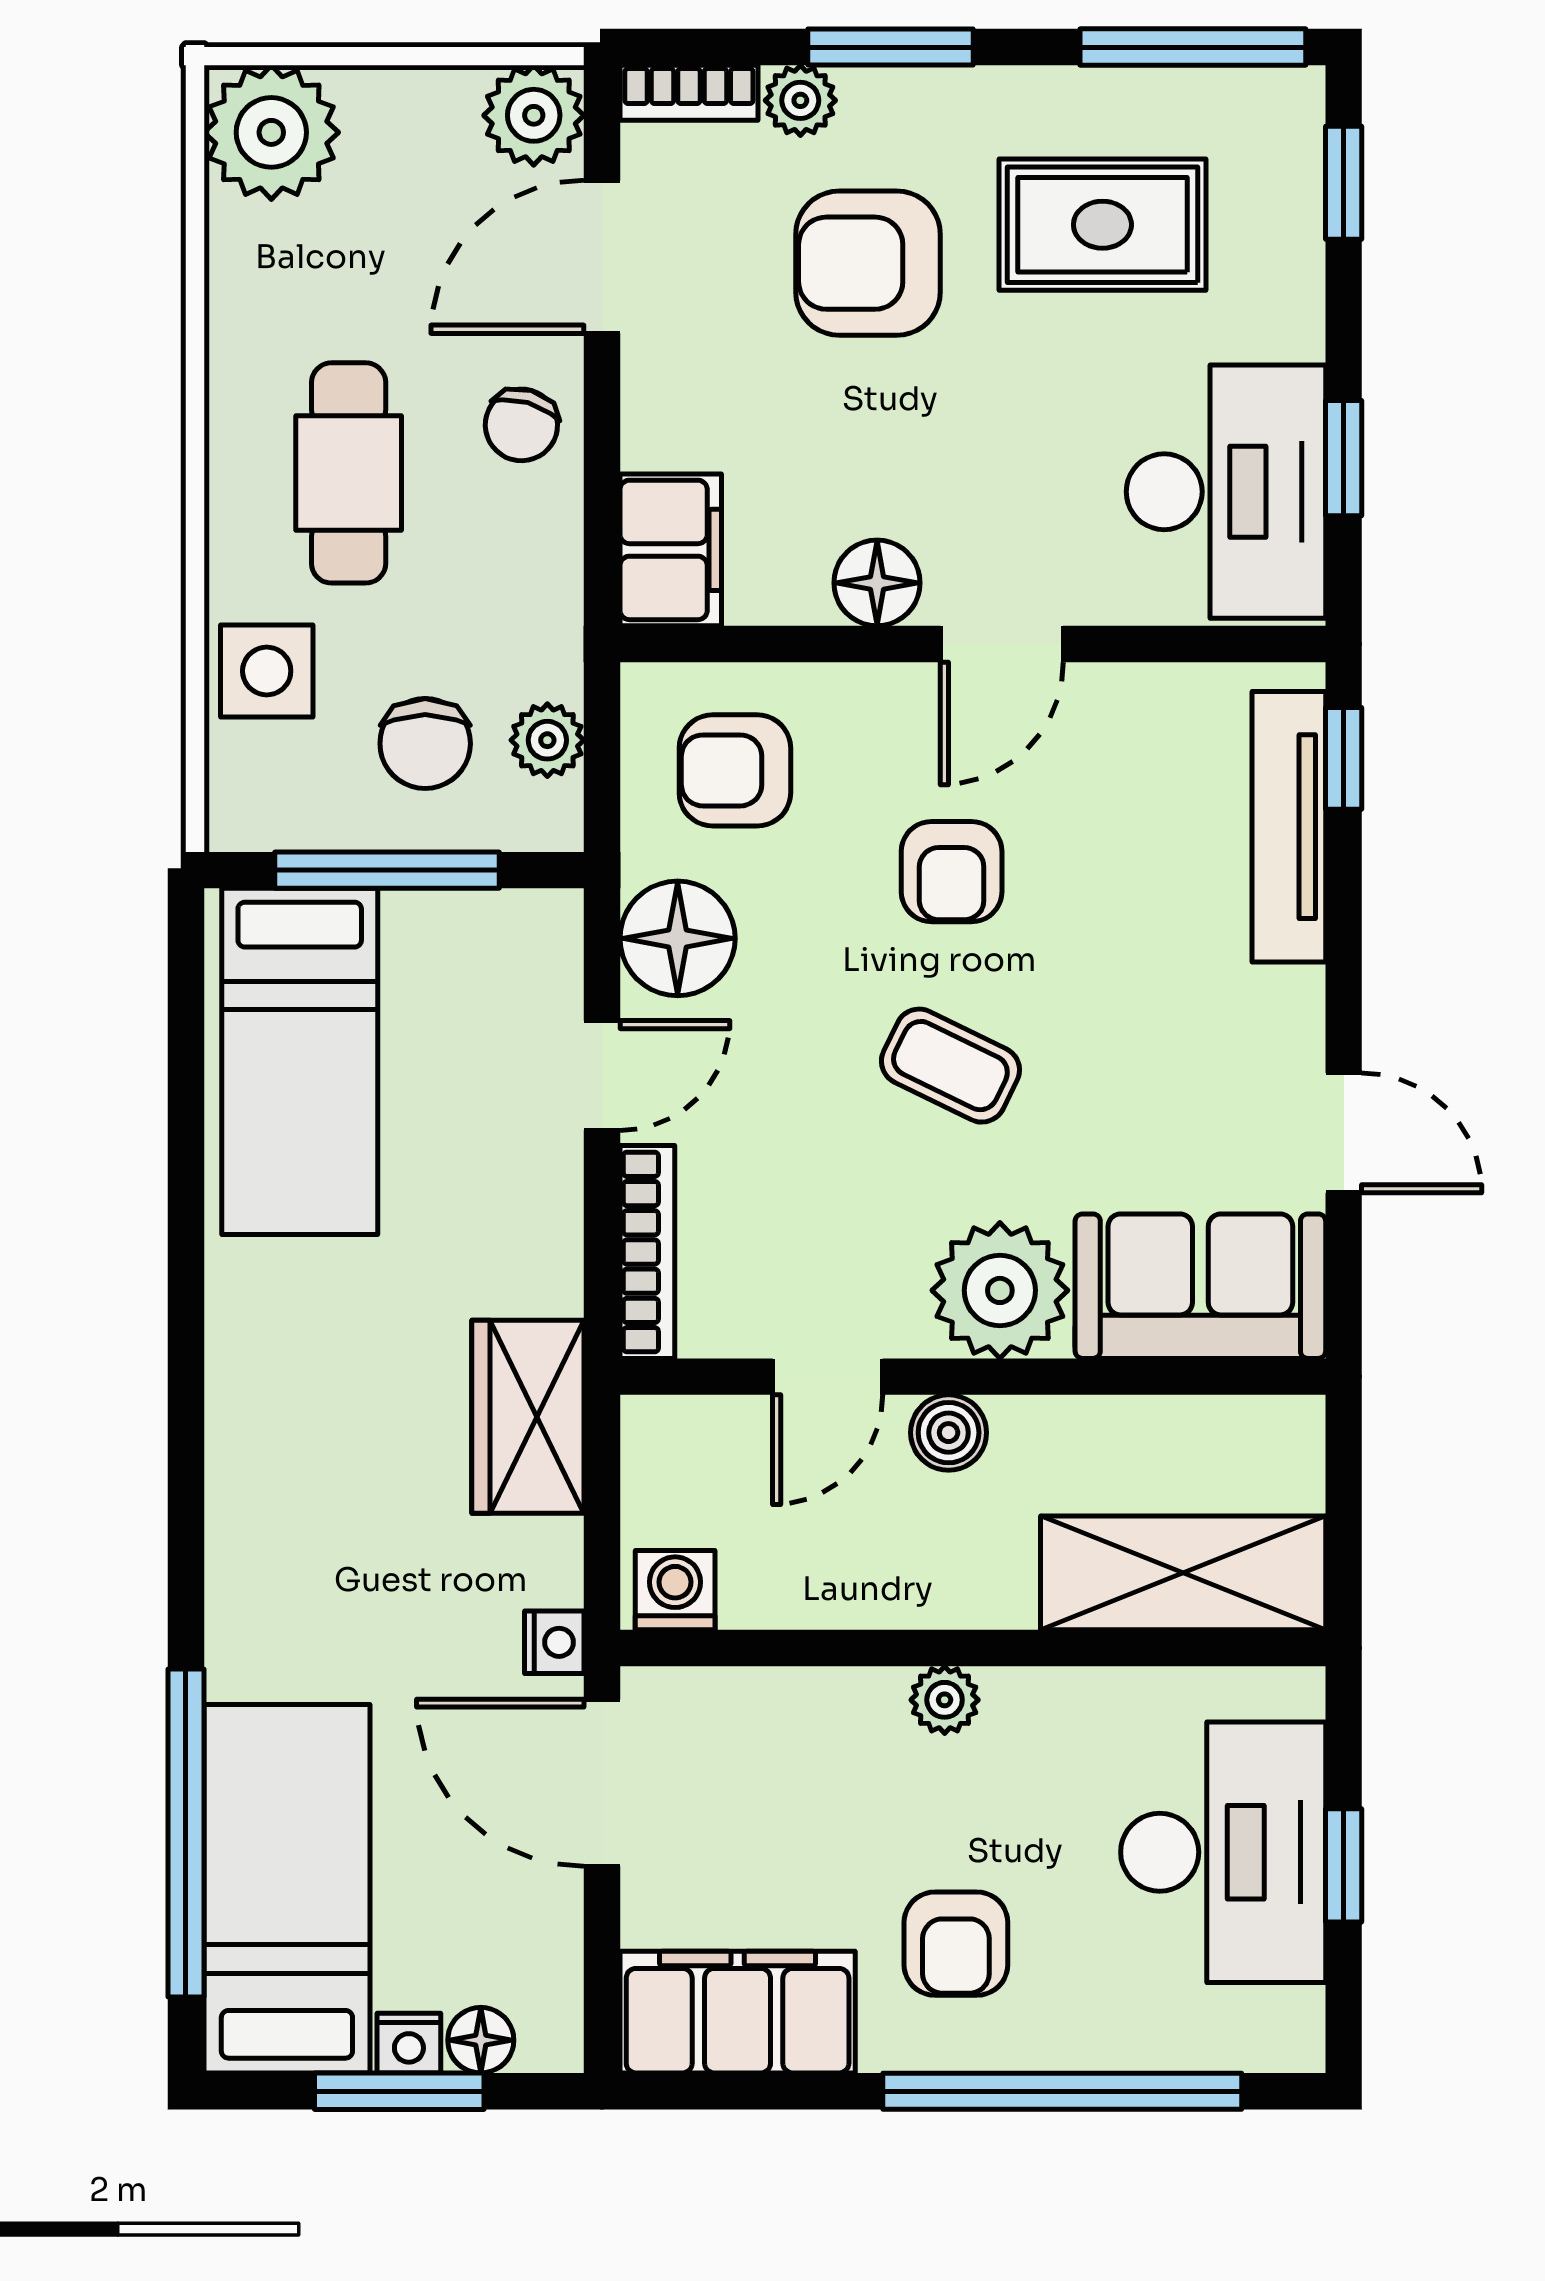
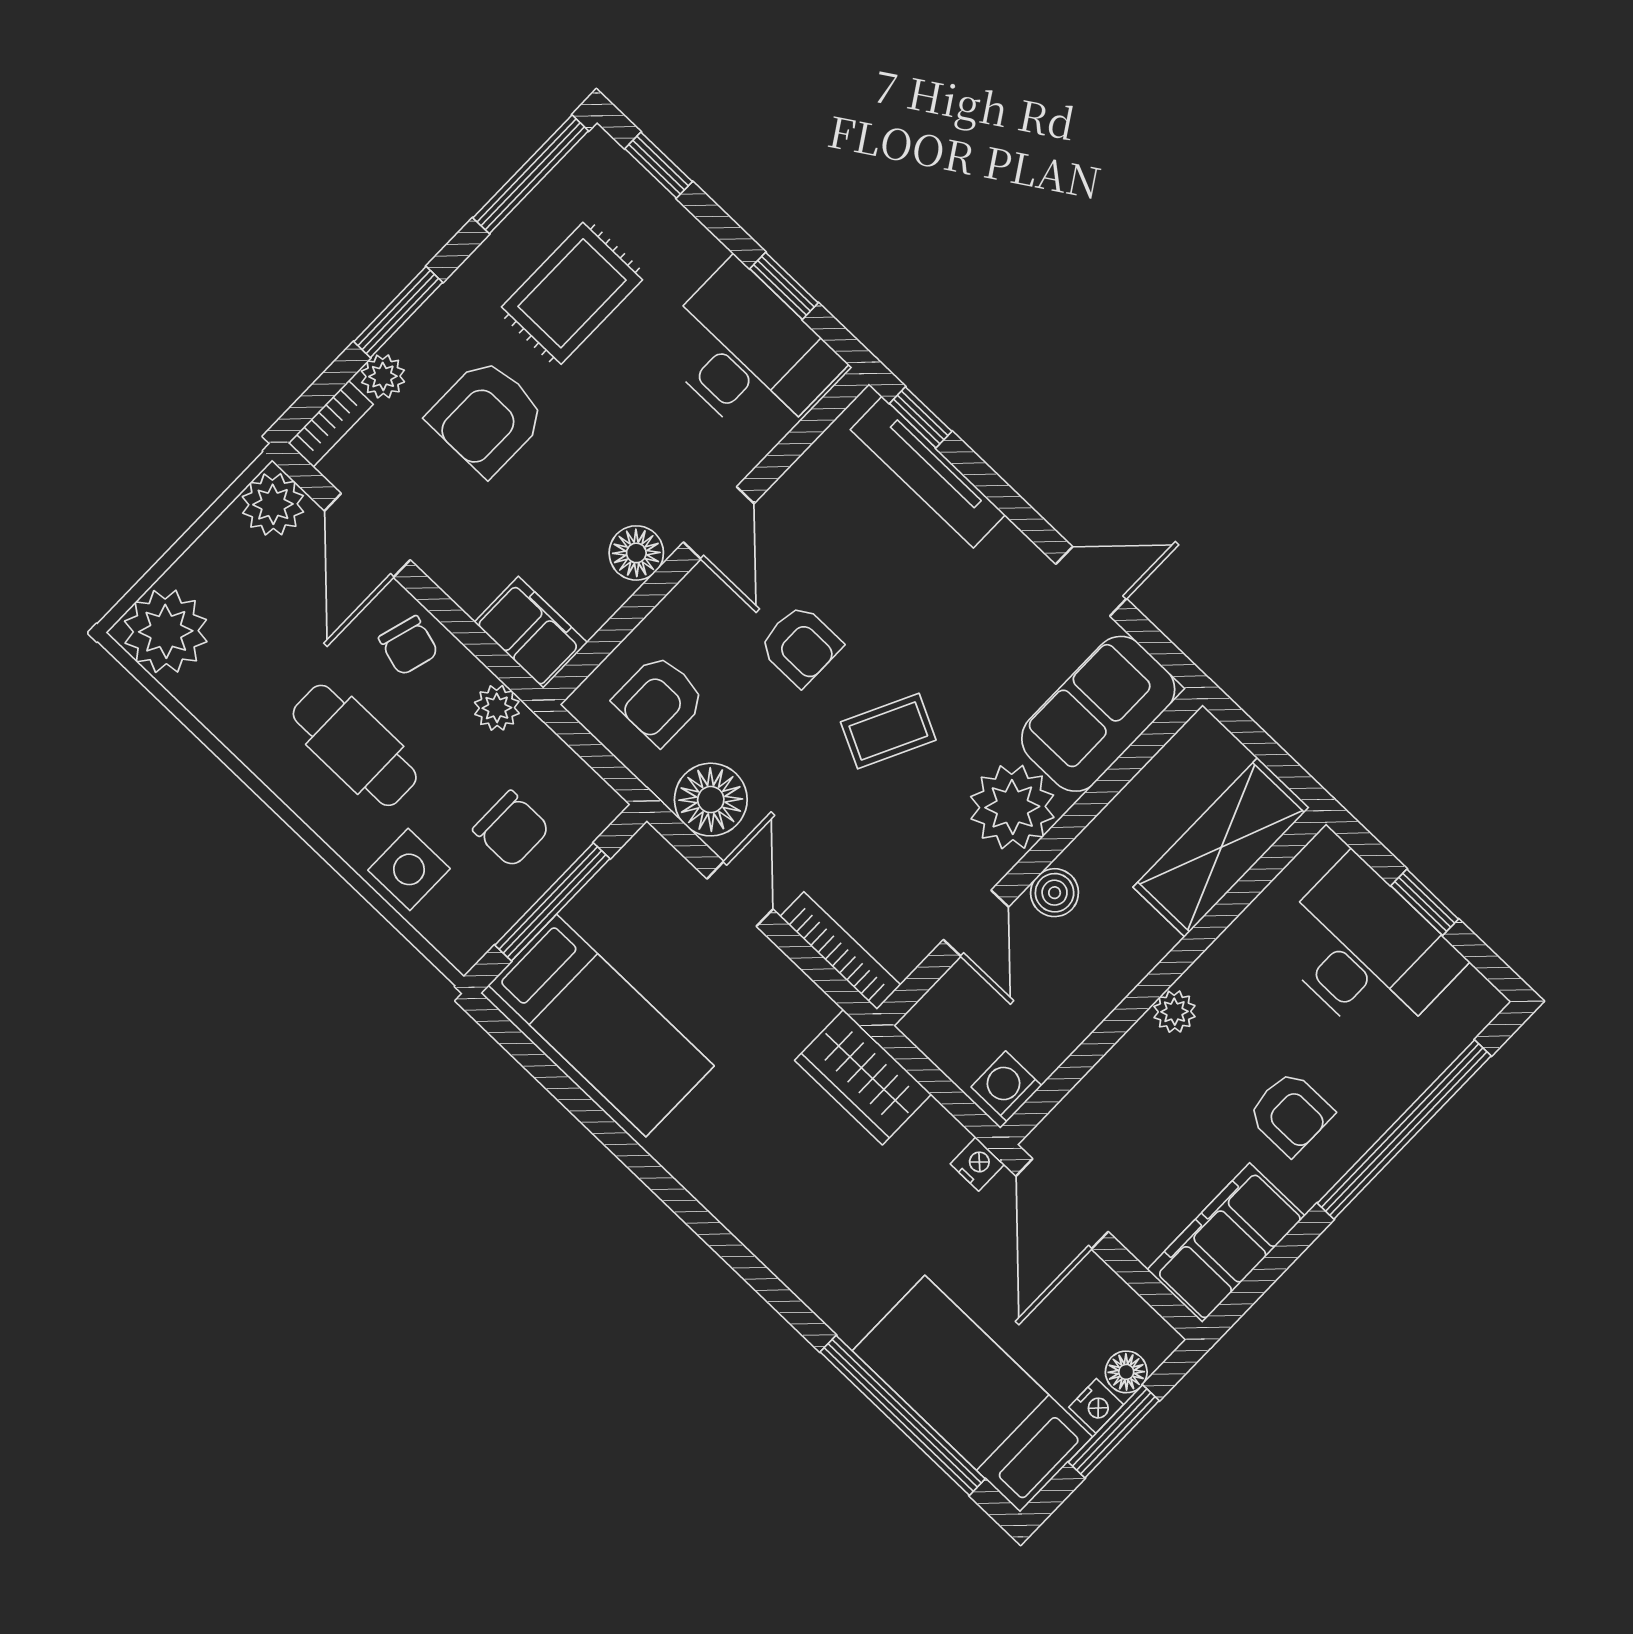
plant: (547, 740) -> (497, 708), moved
door: (602, 1783) -> (1062, 1204), hinge flipped

